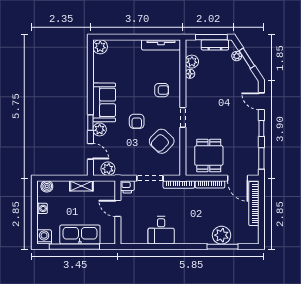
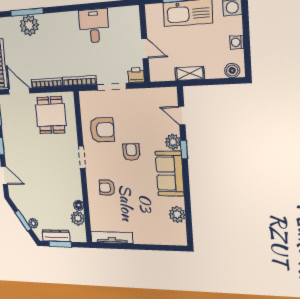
window: (211, 37) -> (60, 244), width x0.69
plant: (100, 47) -> (177, 214), moved
armchair: (162, 141) -> (102, 130), turned 46
plant: (108, 169) -> (160, 96), removed

